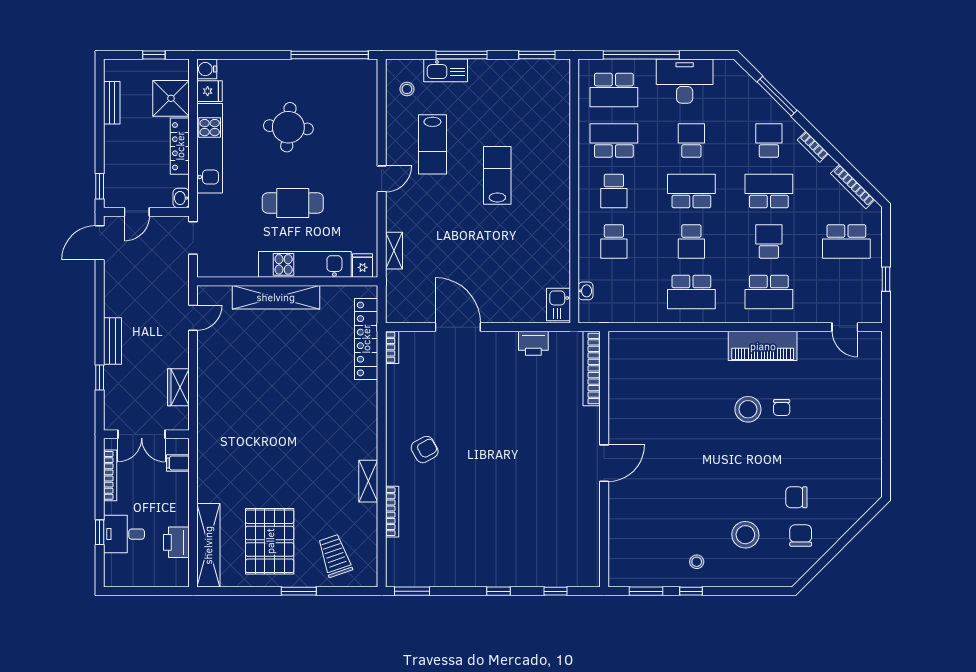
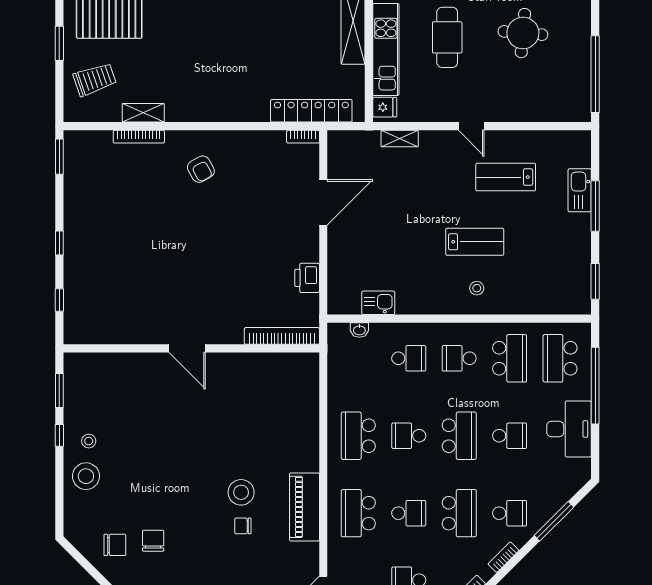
stool: (407, 89) -> (477, 288), moved
school desk: (614, 241) -> (409, 358), turned 180
kitchen sink: (558, 305) -> (378, 303), moved
shelving: (368, 481) -> (143, 113), moved
stool: (745, 535) -> (86, 476), moved

